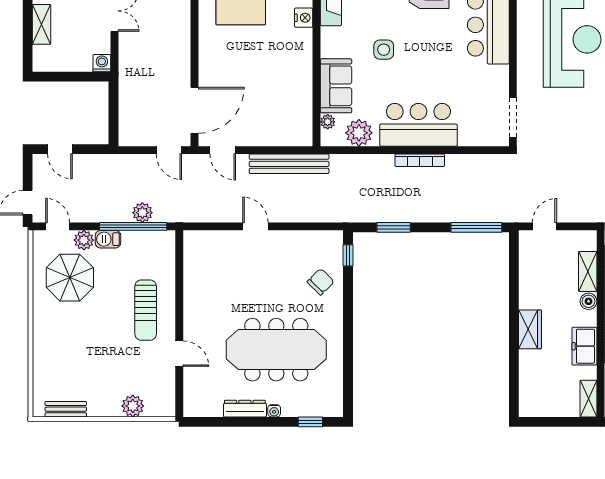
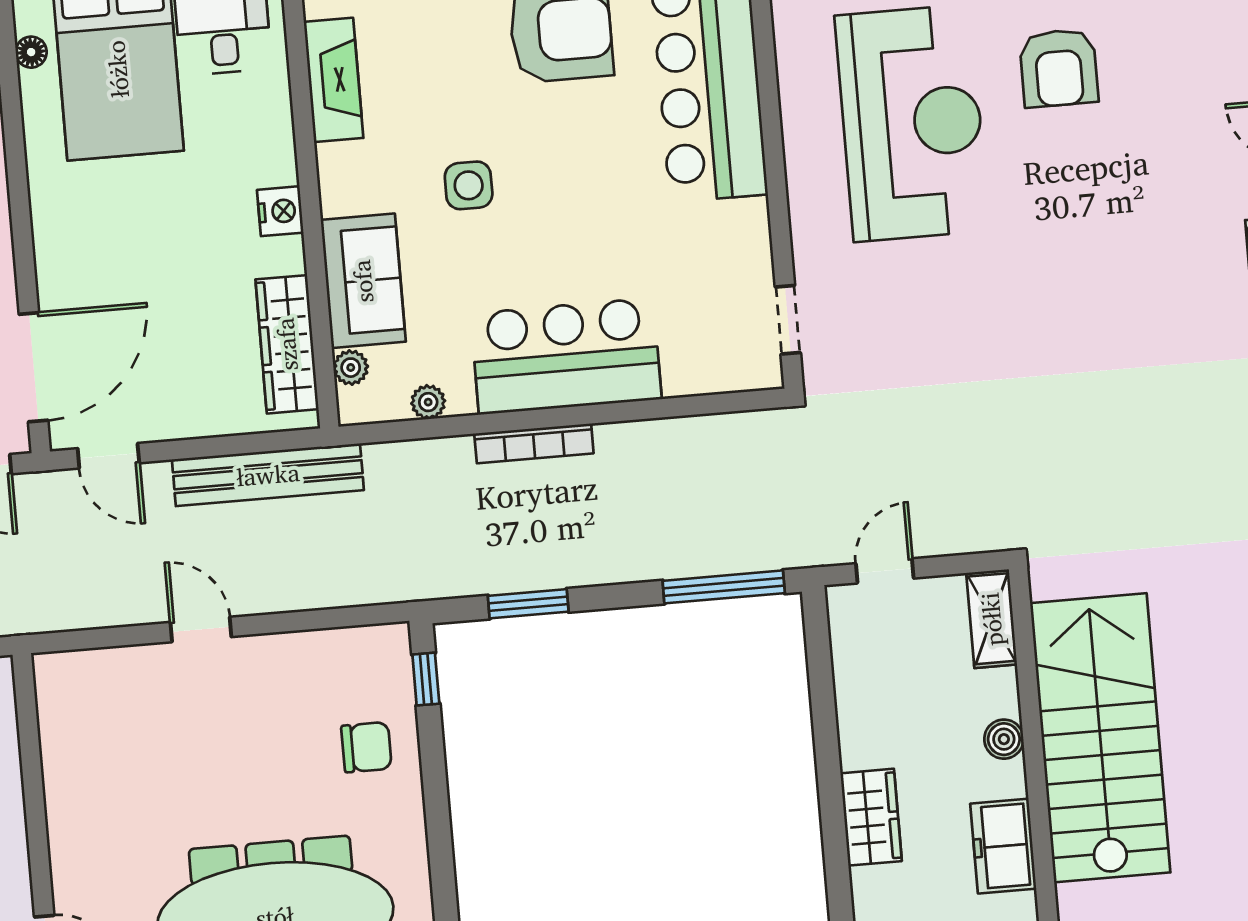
nightstand: (304, 18) -> (280, 211), moved
wardrobe: (302, 110) -> (287, 344), added
doorway: (513, 117) -> (788, 320), width x0.73
plant: (359, 133) -> (428, 402), width x0.53, depth x0.53
bookcase: (420, 160) -> (534, 443), moved
shelving: (588, 271) -> (992, 619), moved
chair: (321, 282) -> (366, 747), turned 45

